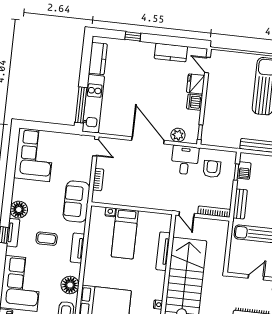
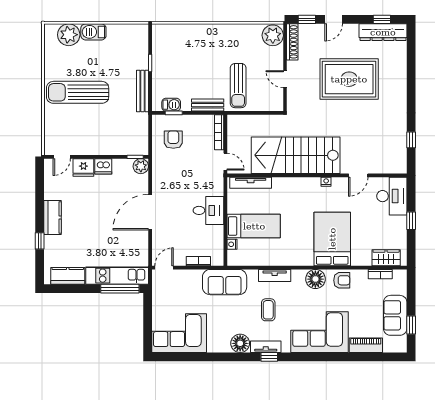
kitchen counter: (171, 52) -> (52, 217), moved
plant: (178, 135) -> (141, 166), moved
desk: (185, 160) -> (208, 210), moved, turned 180
armchair: (212, 169) -> (173, 140), turned 90
door: (187, 214) -> (225, 162), hinge flipped
tv unit: (163, 251) -> (251, 183), moved

